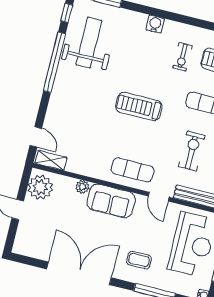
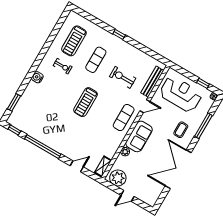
weight bench: (89, 43) -> (37, 122), removed
door: (36, 137) -> (77, 166), moved

